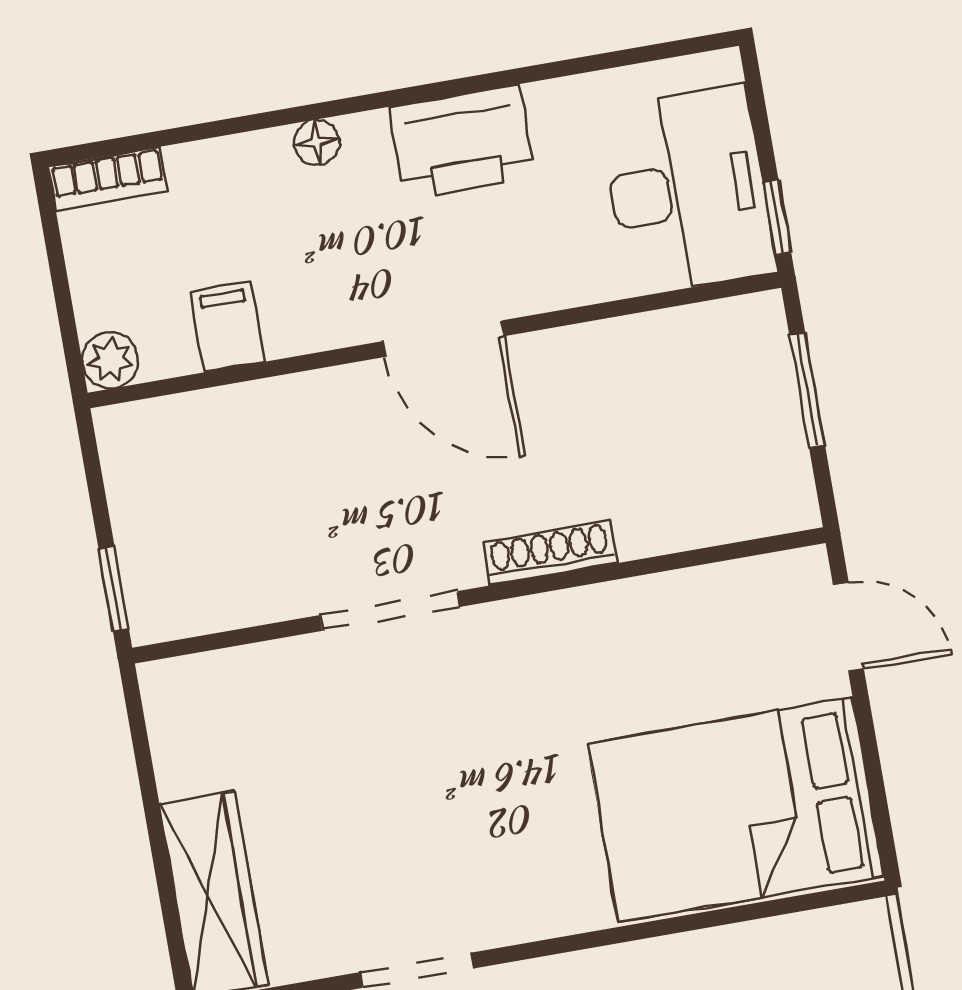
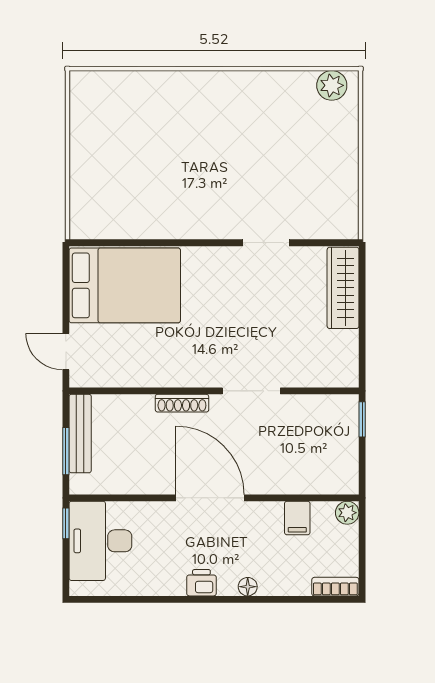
printer: (462, 142) -> (201, 583), width x0.53, depth x0.68
door: (444, 339) -> (210, 498), width x1.36
bench: (780, 438) -> (80, 434), added

